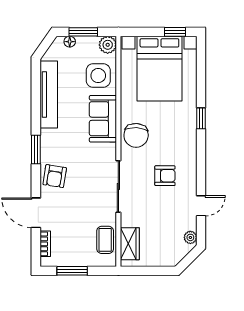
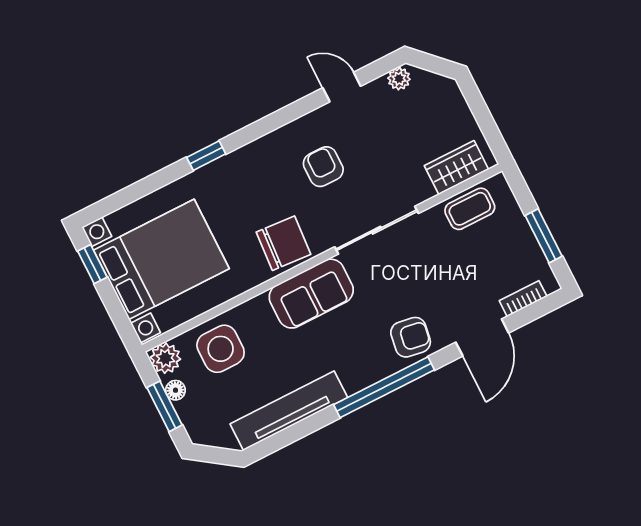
floor lamp: (70, 42) -> (175, 390), moved
sofa: (103, 119) -> (311, 294), moved
window: (36, 149) -> (384, 387), width x2.11

